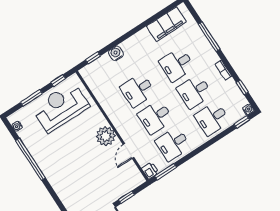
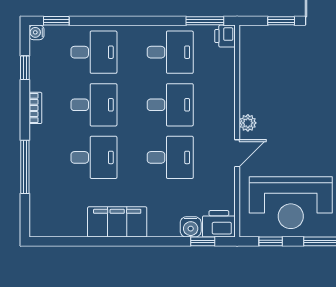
filing cabinet: (166, 24) -> (117, 222), moved
water cooler: (116, 53) -> (191, 227), moved
printer: (90, 72) -> (219, 224), added
plant: (106, 136) -> (248, 123), width x0.53, depth x0.53
door: (128, 151) -> (237, 153), moved

